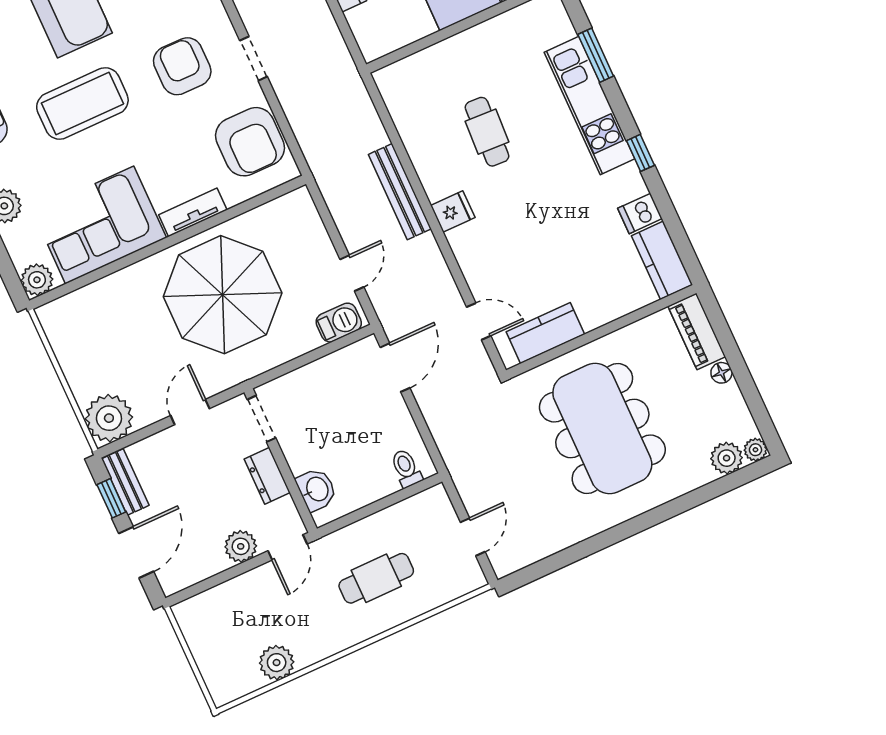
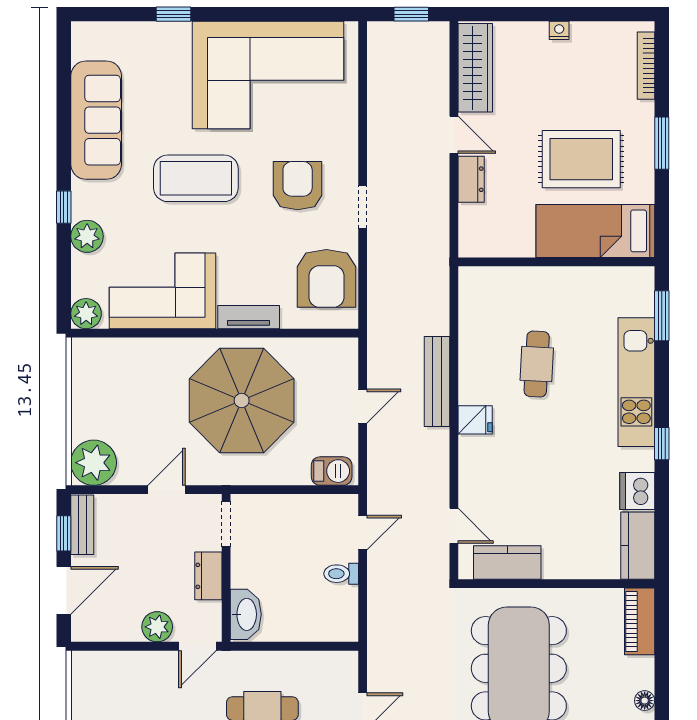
window: (596, 55) -> (662, 316), moved
dishwasher: (640, 213) -> (637, 491), width x1.38
door: (352, 273) -> (363, 406), moved
door: (395, 368) -> (363, 533), width x0.73
floor lamp: (721, 373) -> (645, 701), moved
toilet: (406, 468) -> (341, 574), moved, turned -90
washbasin: (316, 489) -> (246, 614), width x1.38

